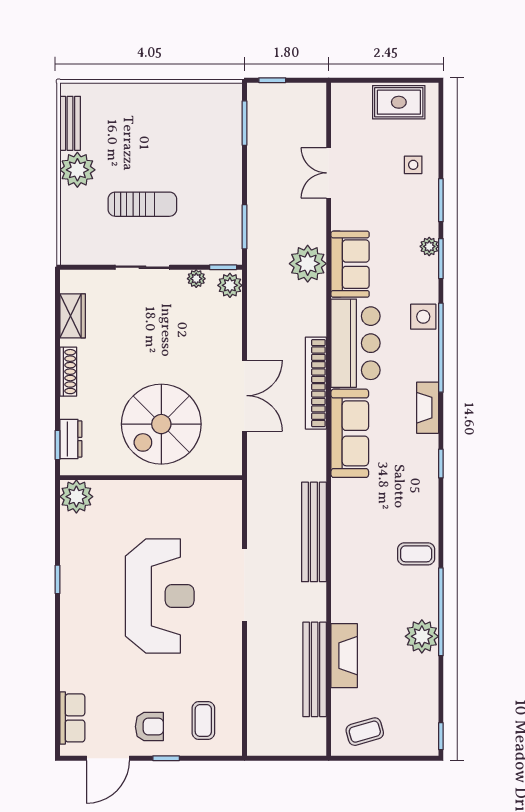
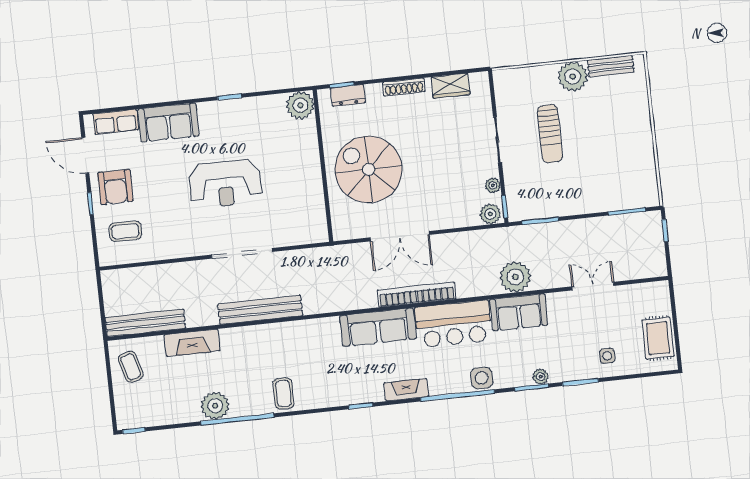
bench: (314, 532) -> (260, 310), moved
reception desk: (160, 596) -> (225, 184), width x0.74, depth x0.77
sofa: (80, 655) -> (168, 122), added
bench: (315, 669) -> (145, 323), moved
armchair: (149, 727) -> (115, 187), width x1.38, depth x1.38

